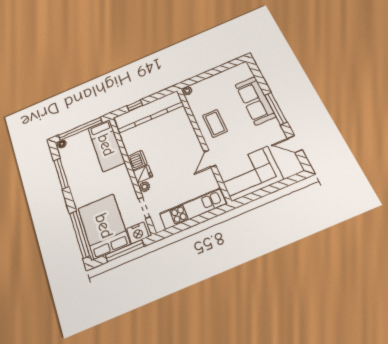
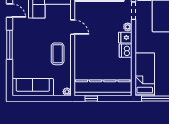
sofa: (255, 101) -> (33, 87), moved, turned -90
window: (135, 106) -> (91, 99), moved
door: (210, 159) -> (73, 27), hinge flipped

